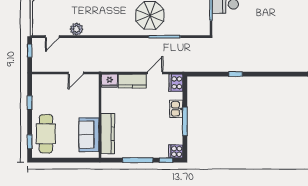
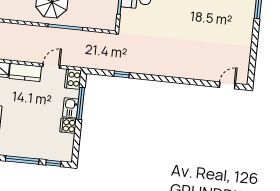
window: (236, 74) -> (122, 74), moved
window: (185, 121) -> (81, 103), moved
cooker: (176, 151) -> (68, 126), moved

